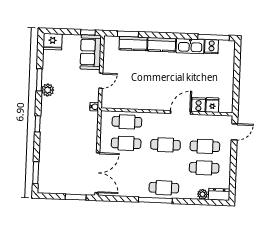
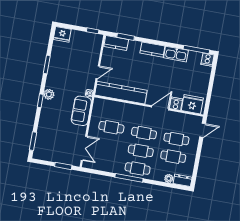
kitchen counter: (133, 44) -> (116, 43), moved
cooker: (212, 47) -> (208, 60), moved
sofa: (91, 52) -> (81, 111), moved
plant: (48, 90) -> (49, 94), moved
kitchen counter: (132, 101) -> (121, 93), added
fridge: (212, 105) -> (192, 104), width x1.88, depth x1.34
cafe table: (127, 122) -> (141, 151), moved
double door: (97, 173) -> (84, 148), width x0.73

